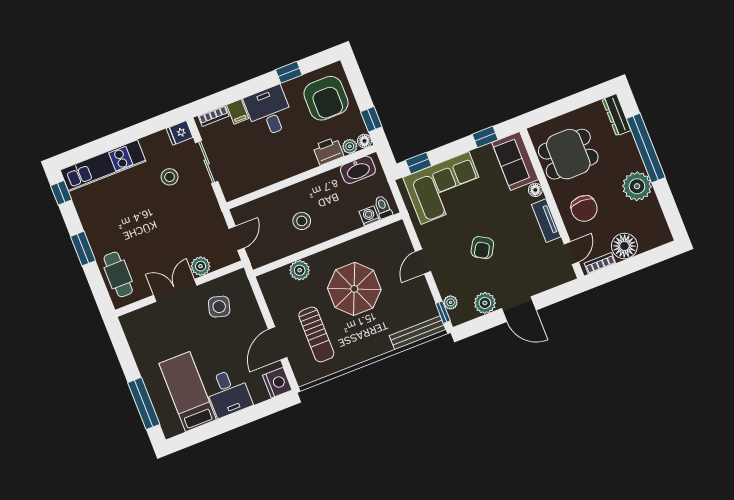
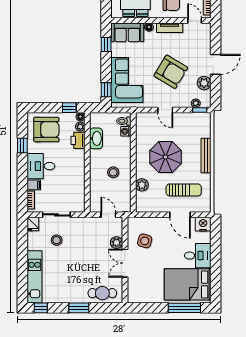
washbasin: (358, 170) -> (96, 138), moved
armchair: (482, 248) -> (171, 72), width x1.88, depth x1.88
bench: (418, 333) -> (206, 156), moved
bed: (188, 392) -> (188, 284), width x1.50

